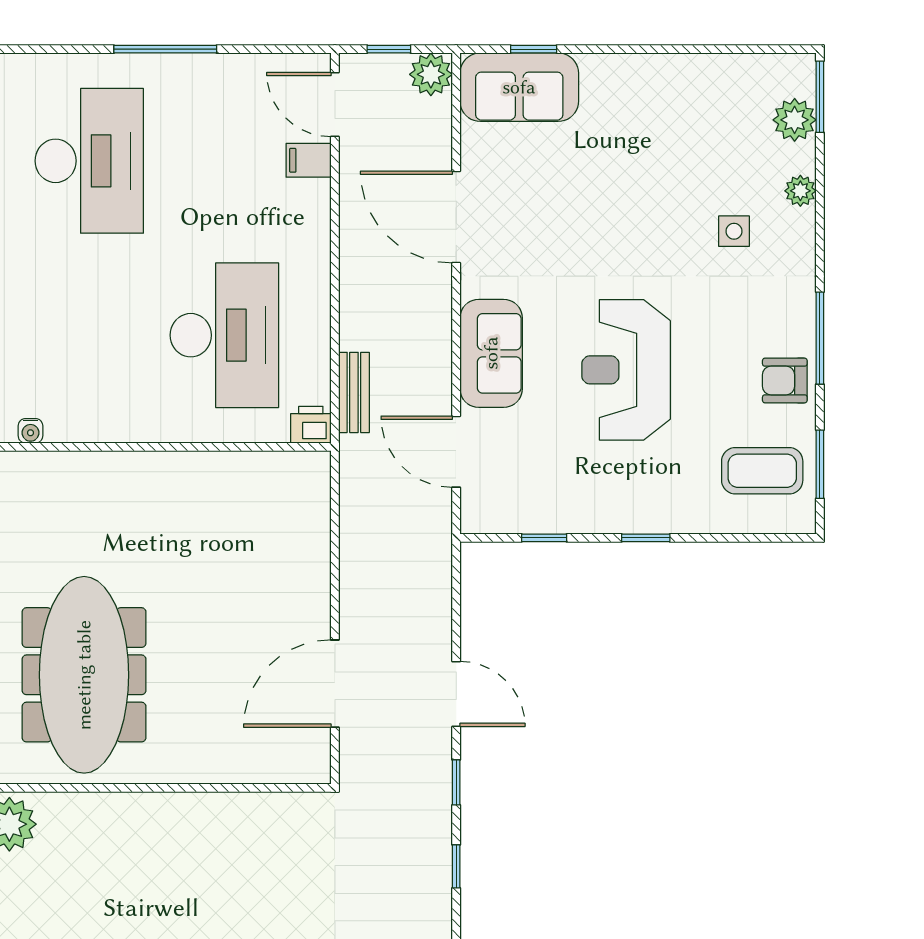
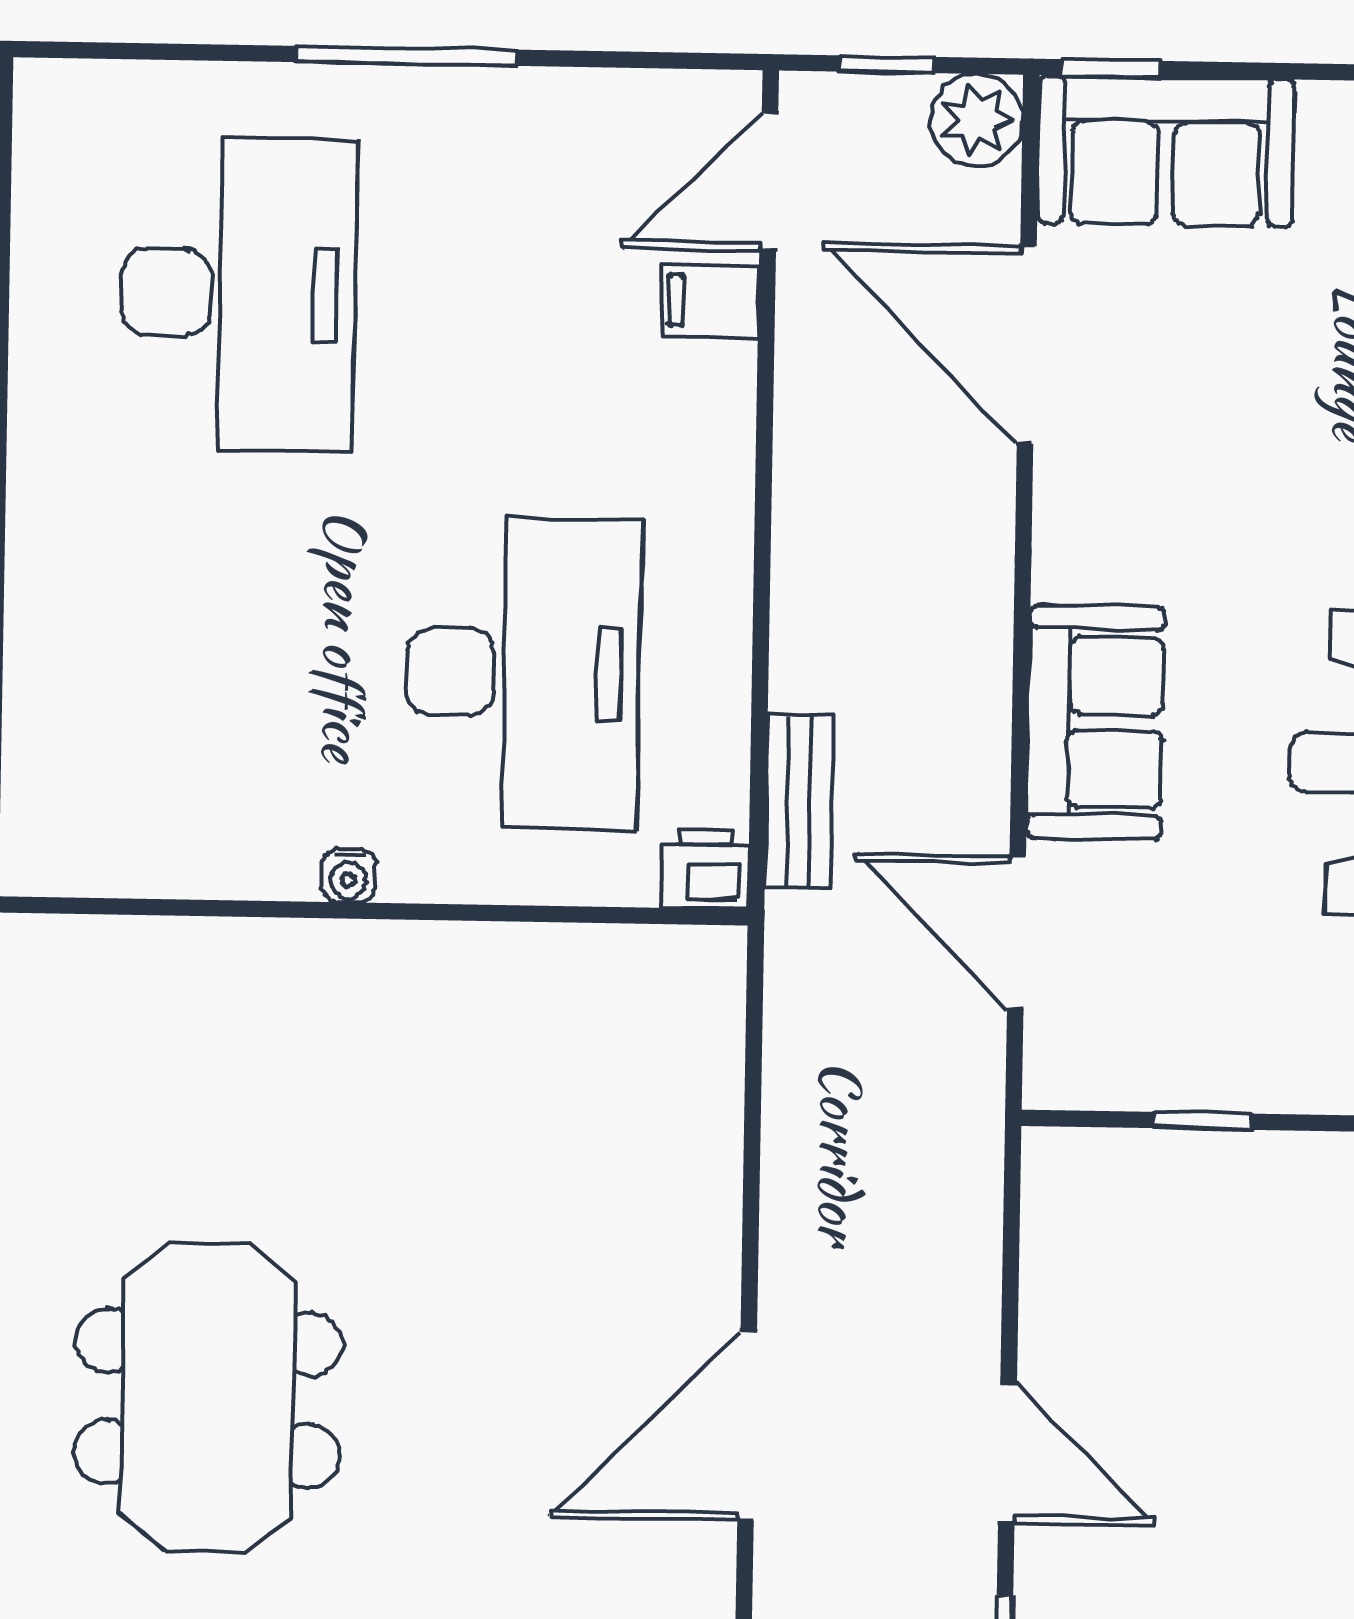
window: (534, 49) -> (1110, 68), moved
door: (335, 105) -> (769, 181), hinge flipped
door: (456, 217) -> (1027, 345), moved
water cooler: (30, 431) -> (348, 876), moved
meeting table: (84, 675) -> (208, 1398), width x0.73

